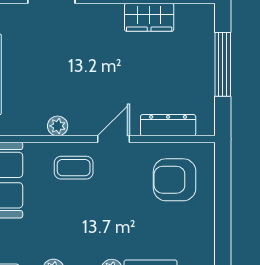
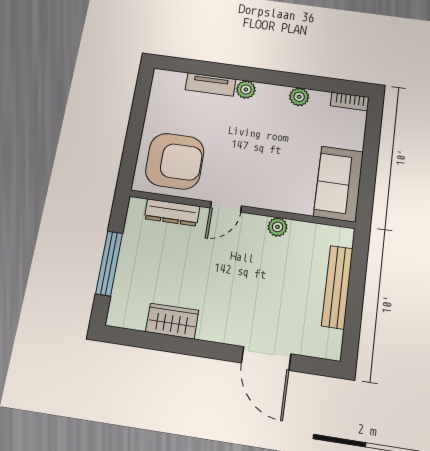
coffee table: (74, 168) -> (268, 186), removed
armchair: (175, 180) -> (175, 161), width x1.36, depth x1.36

